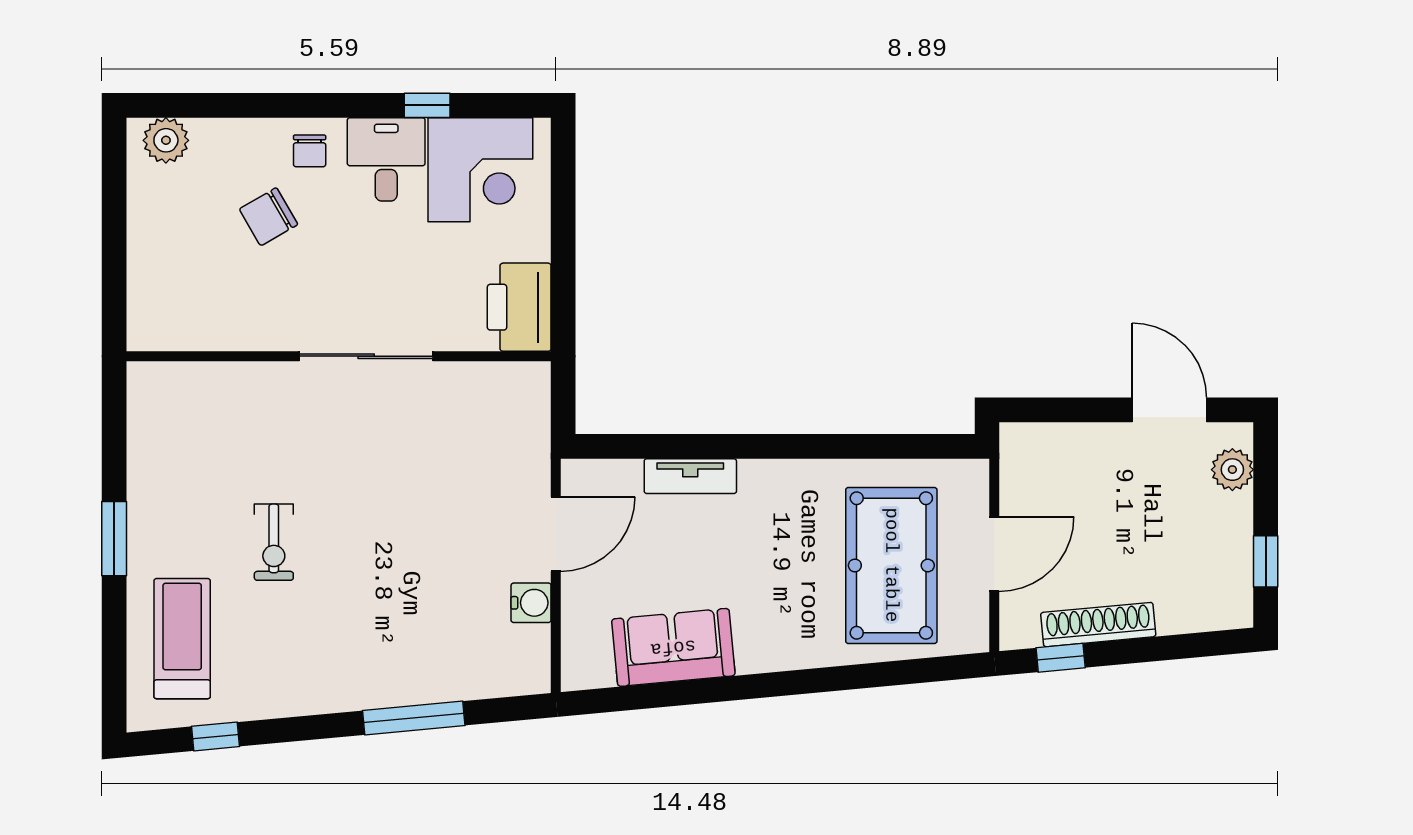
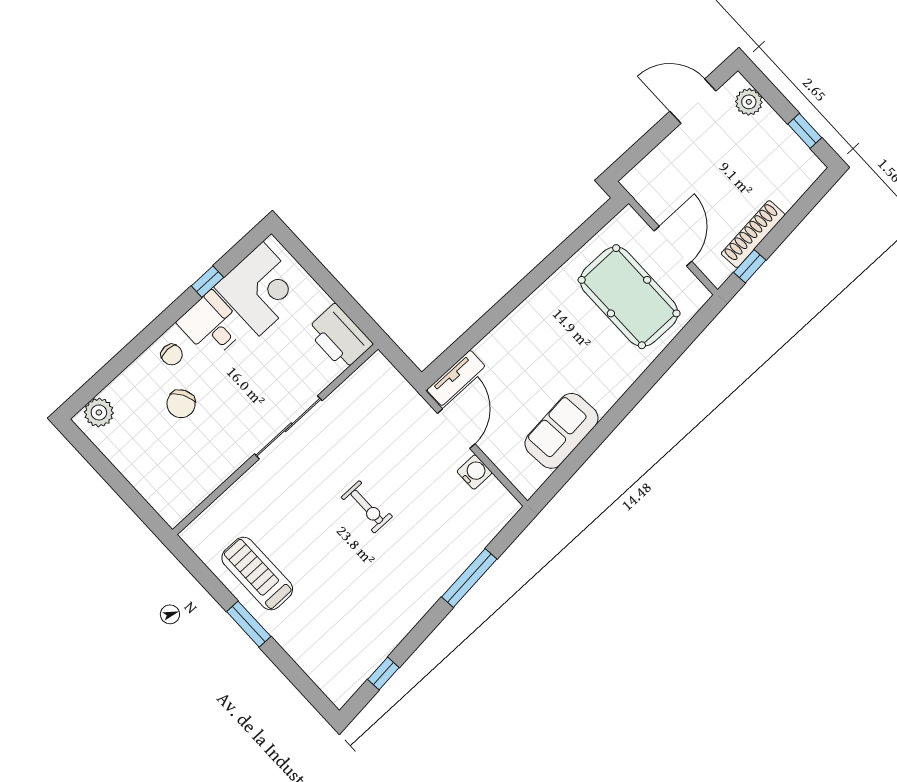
tv unit: (690, 476) -> (456, 378), moved
exercise bike: (274, 542) -> (367, 507), moved
treadmill: (182, 639) -> (257, 574), moved

